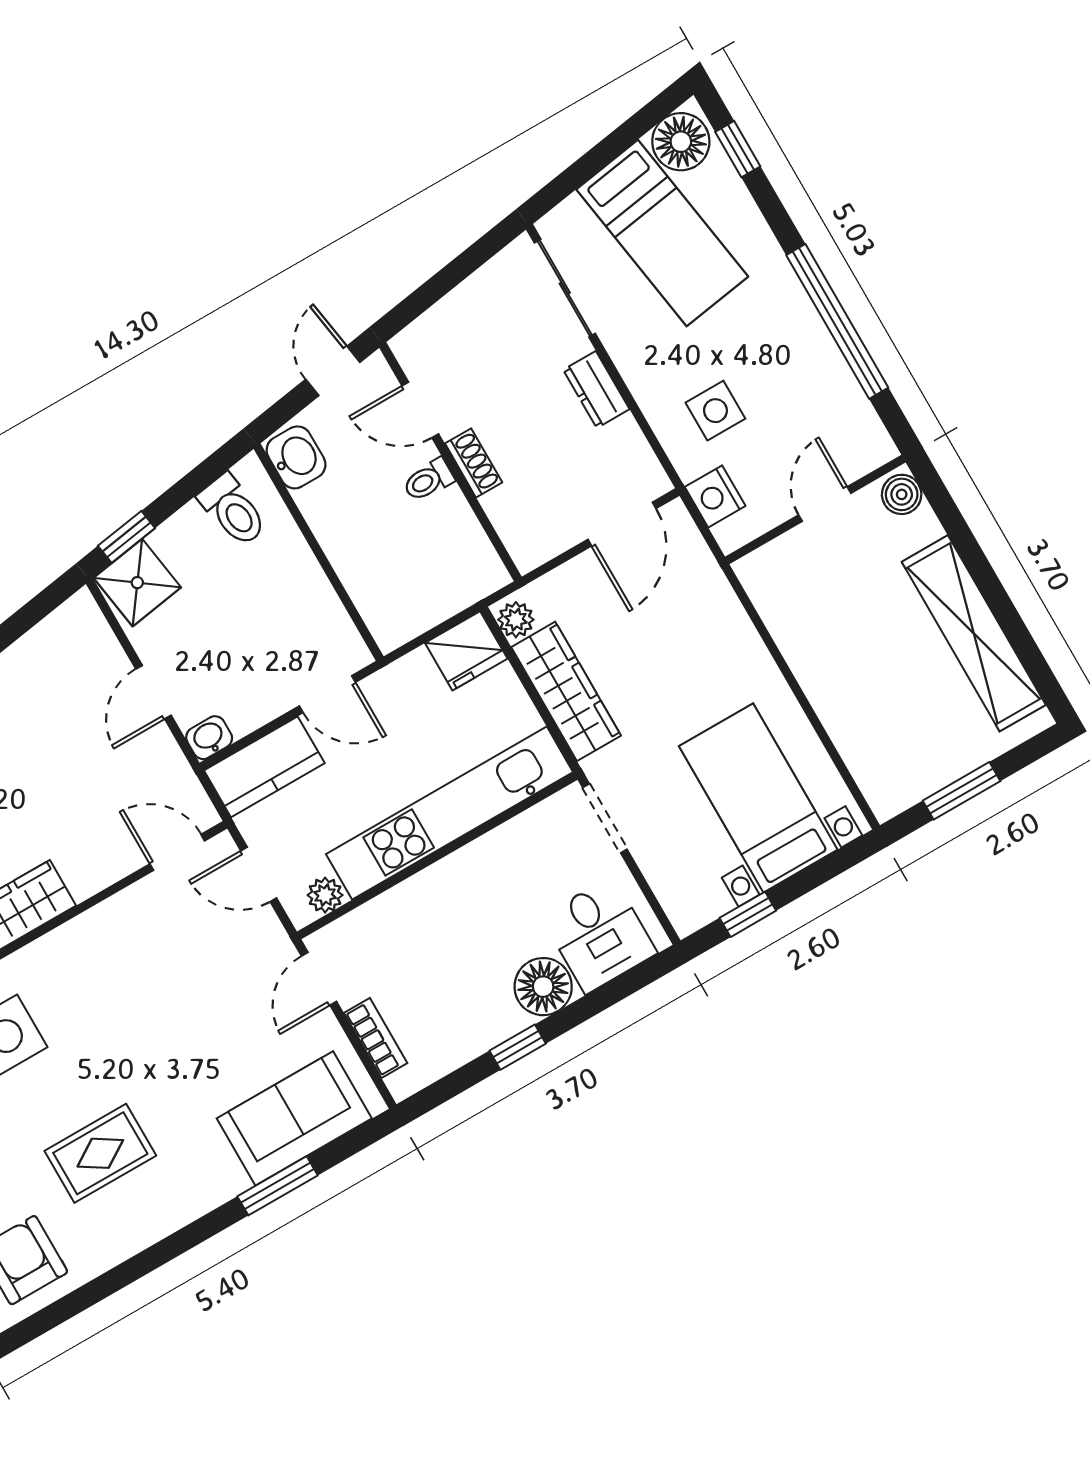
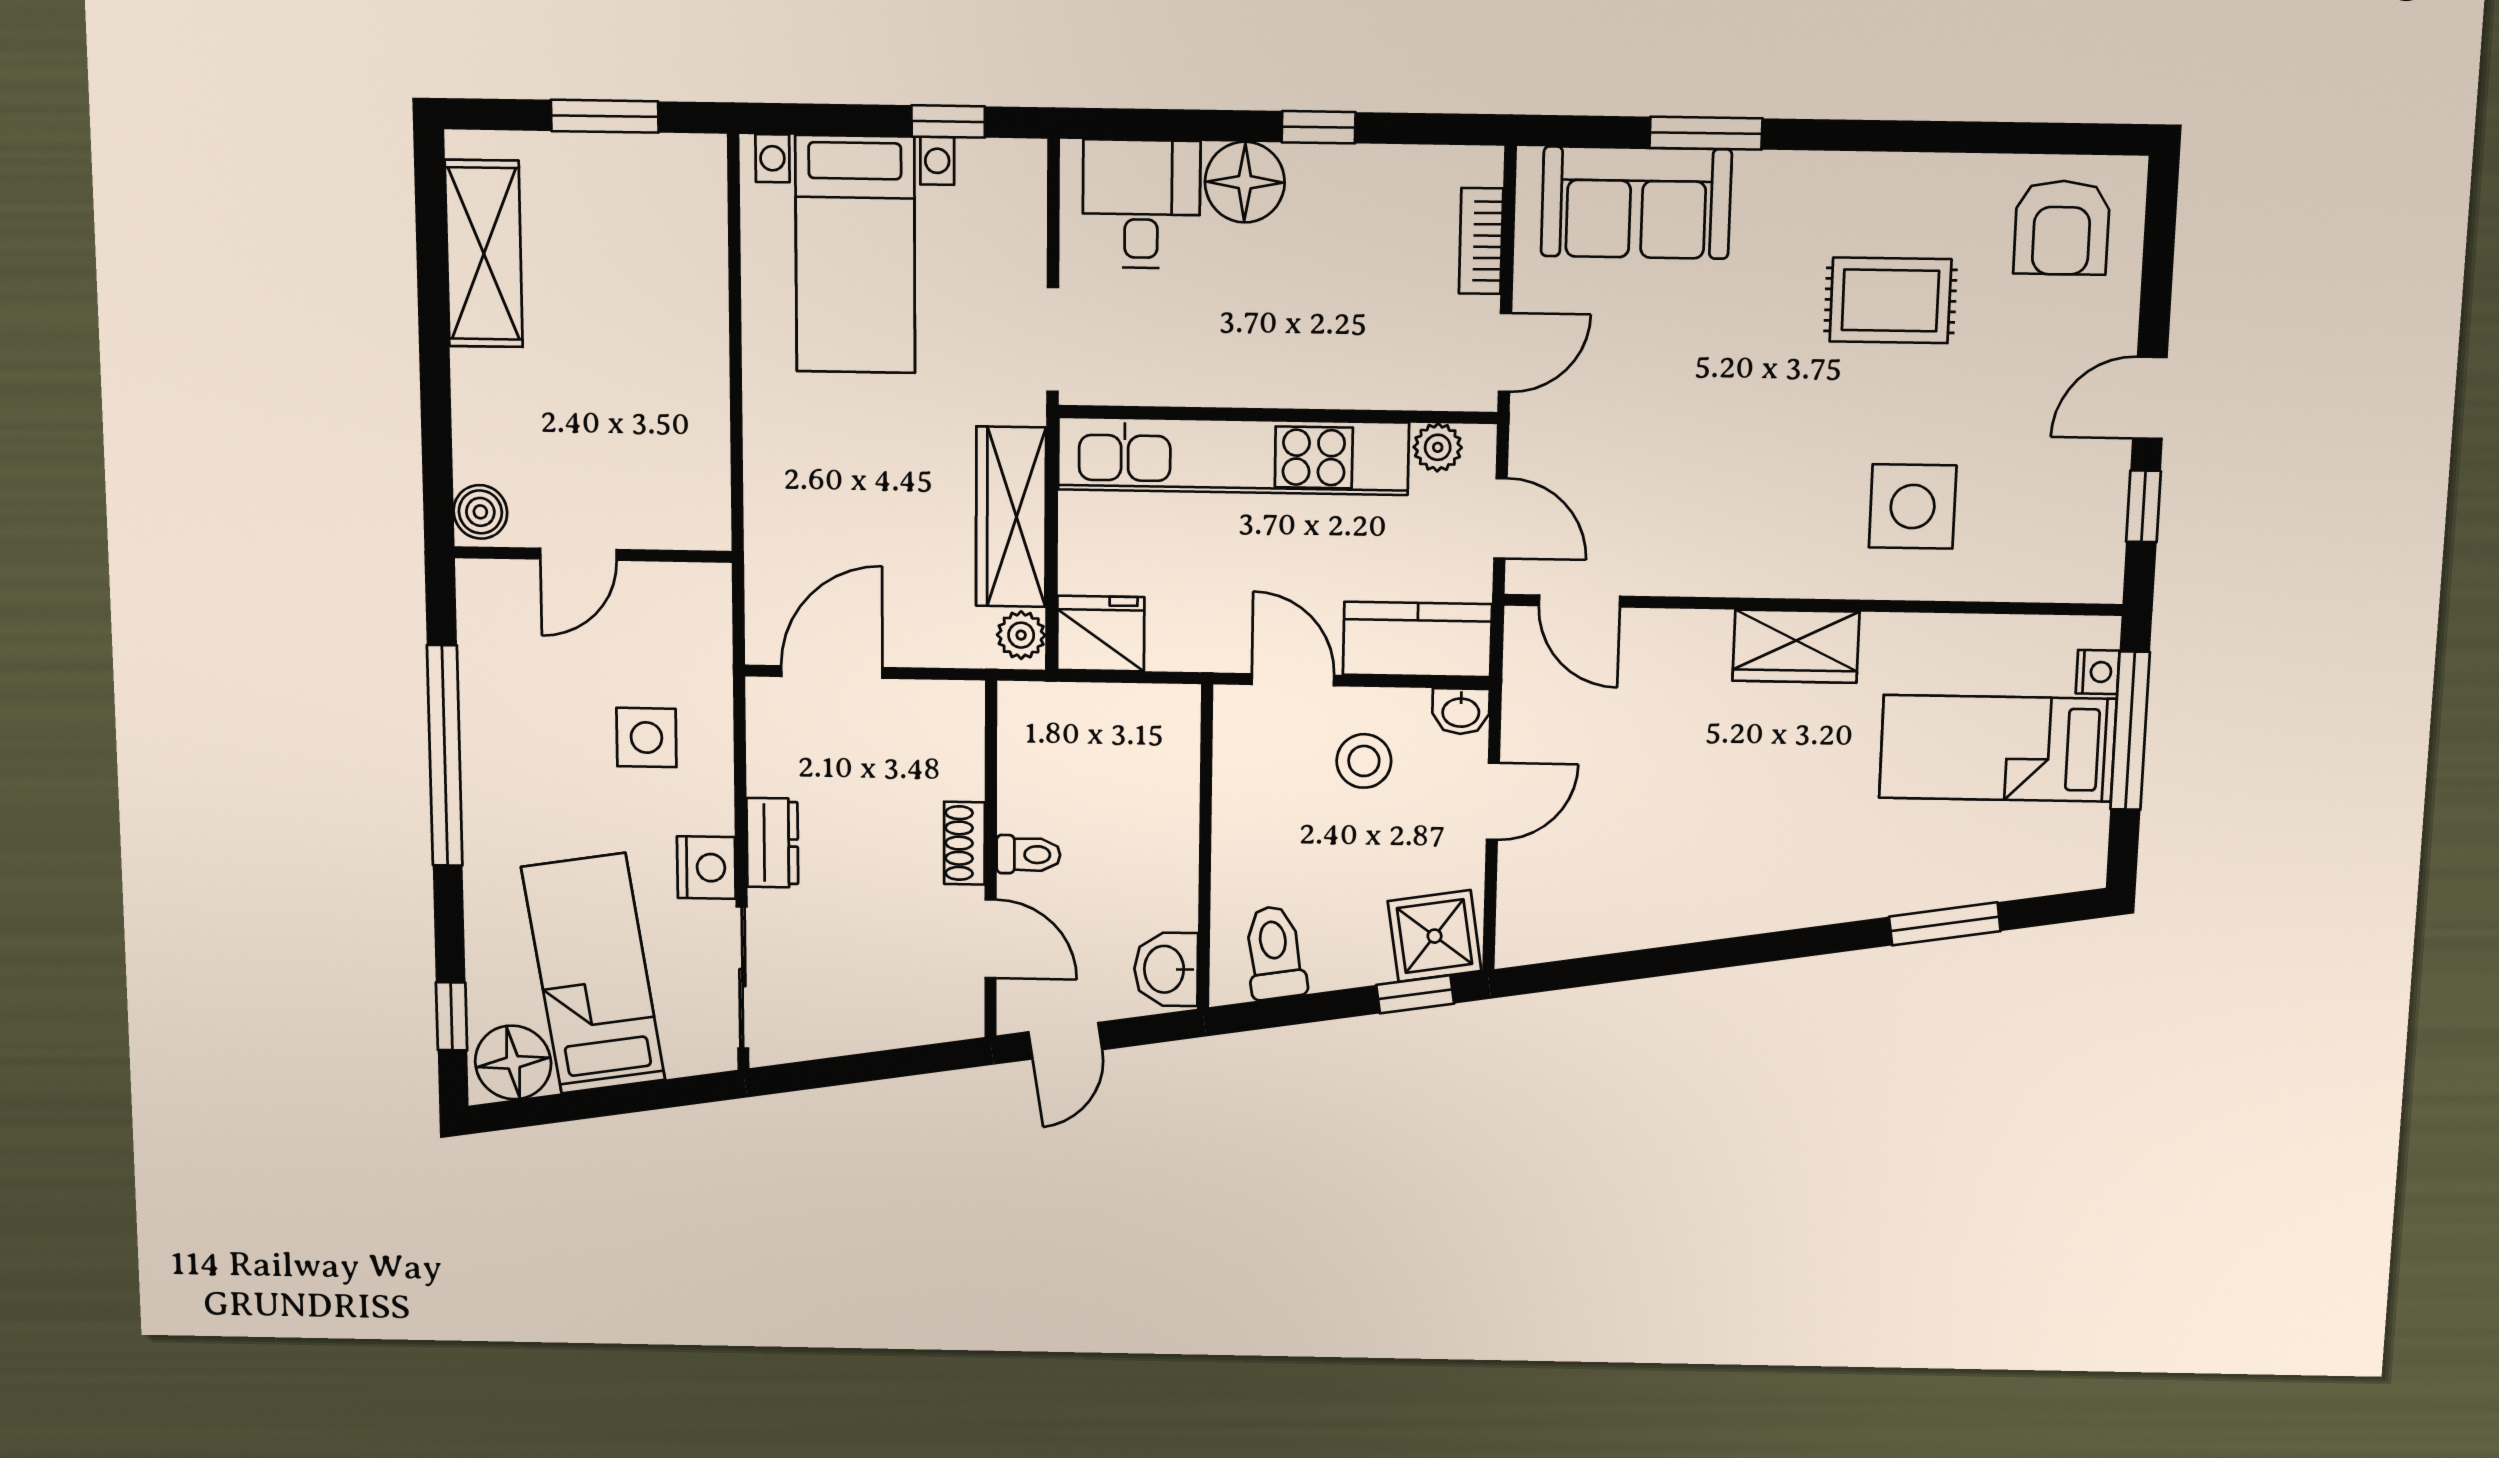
nightstand: (715, 496) -> (706, 868), moved
shelving: (974, 633) -> (484, 254), width x0.68
stool: (251, 669) -> (1364, 761), added

